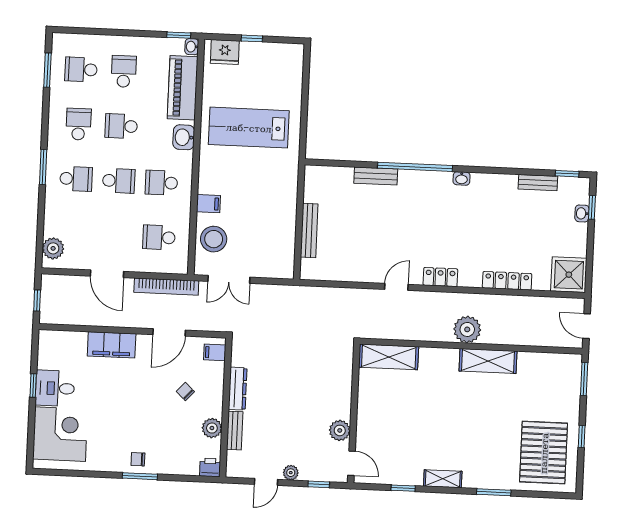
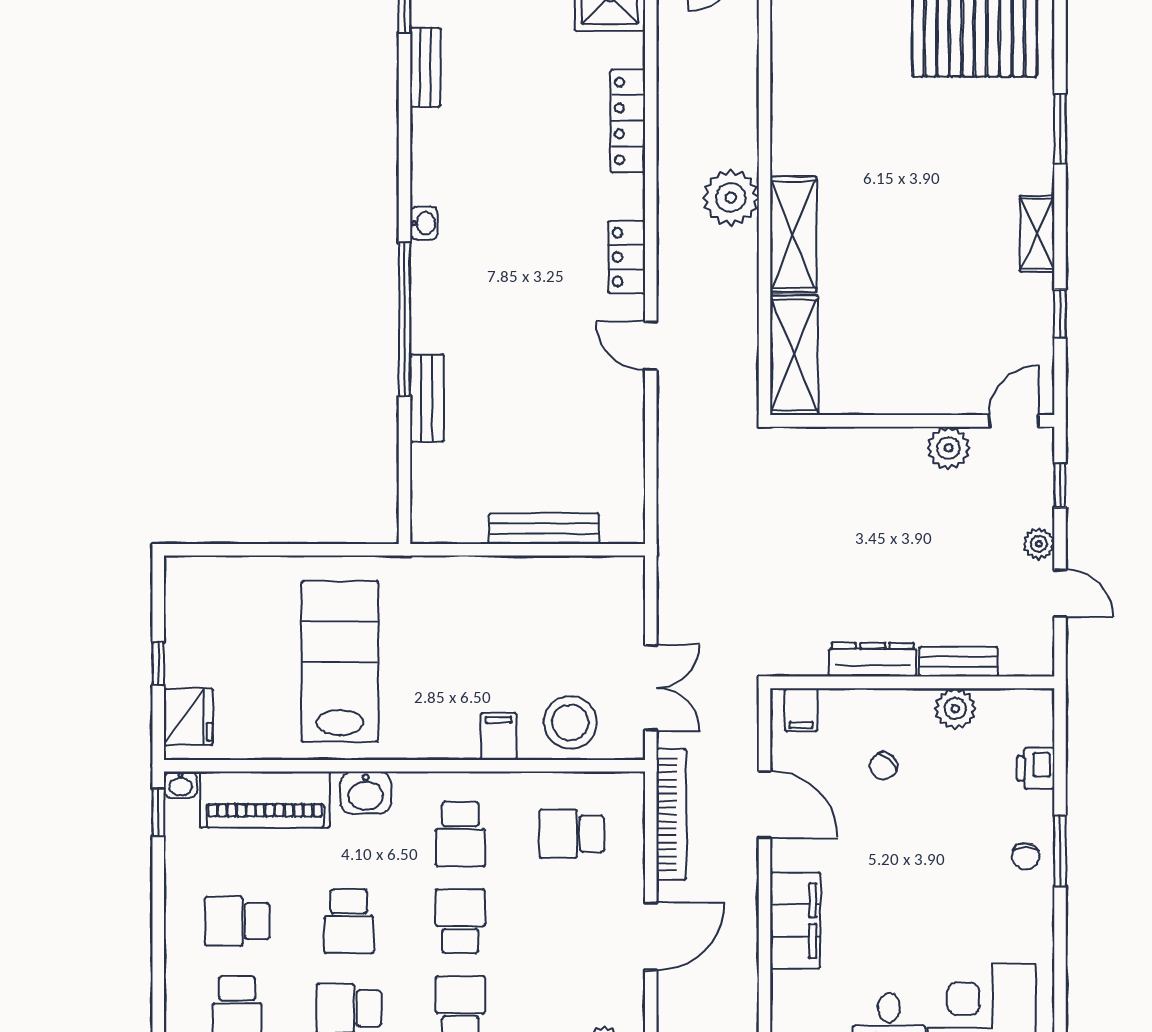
lab bench: (249, 128) -> (340, 661), turned 180
school desk: (159, 237) -> (572, 834), turned 90
shelving: (488, 361) -> (793, 234), moved
printer: (210, 467) -> (1036, 768), moved

